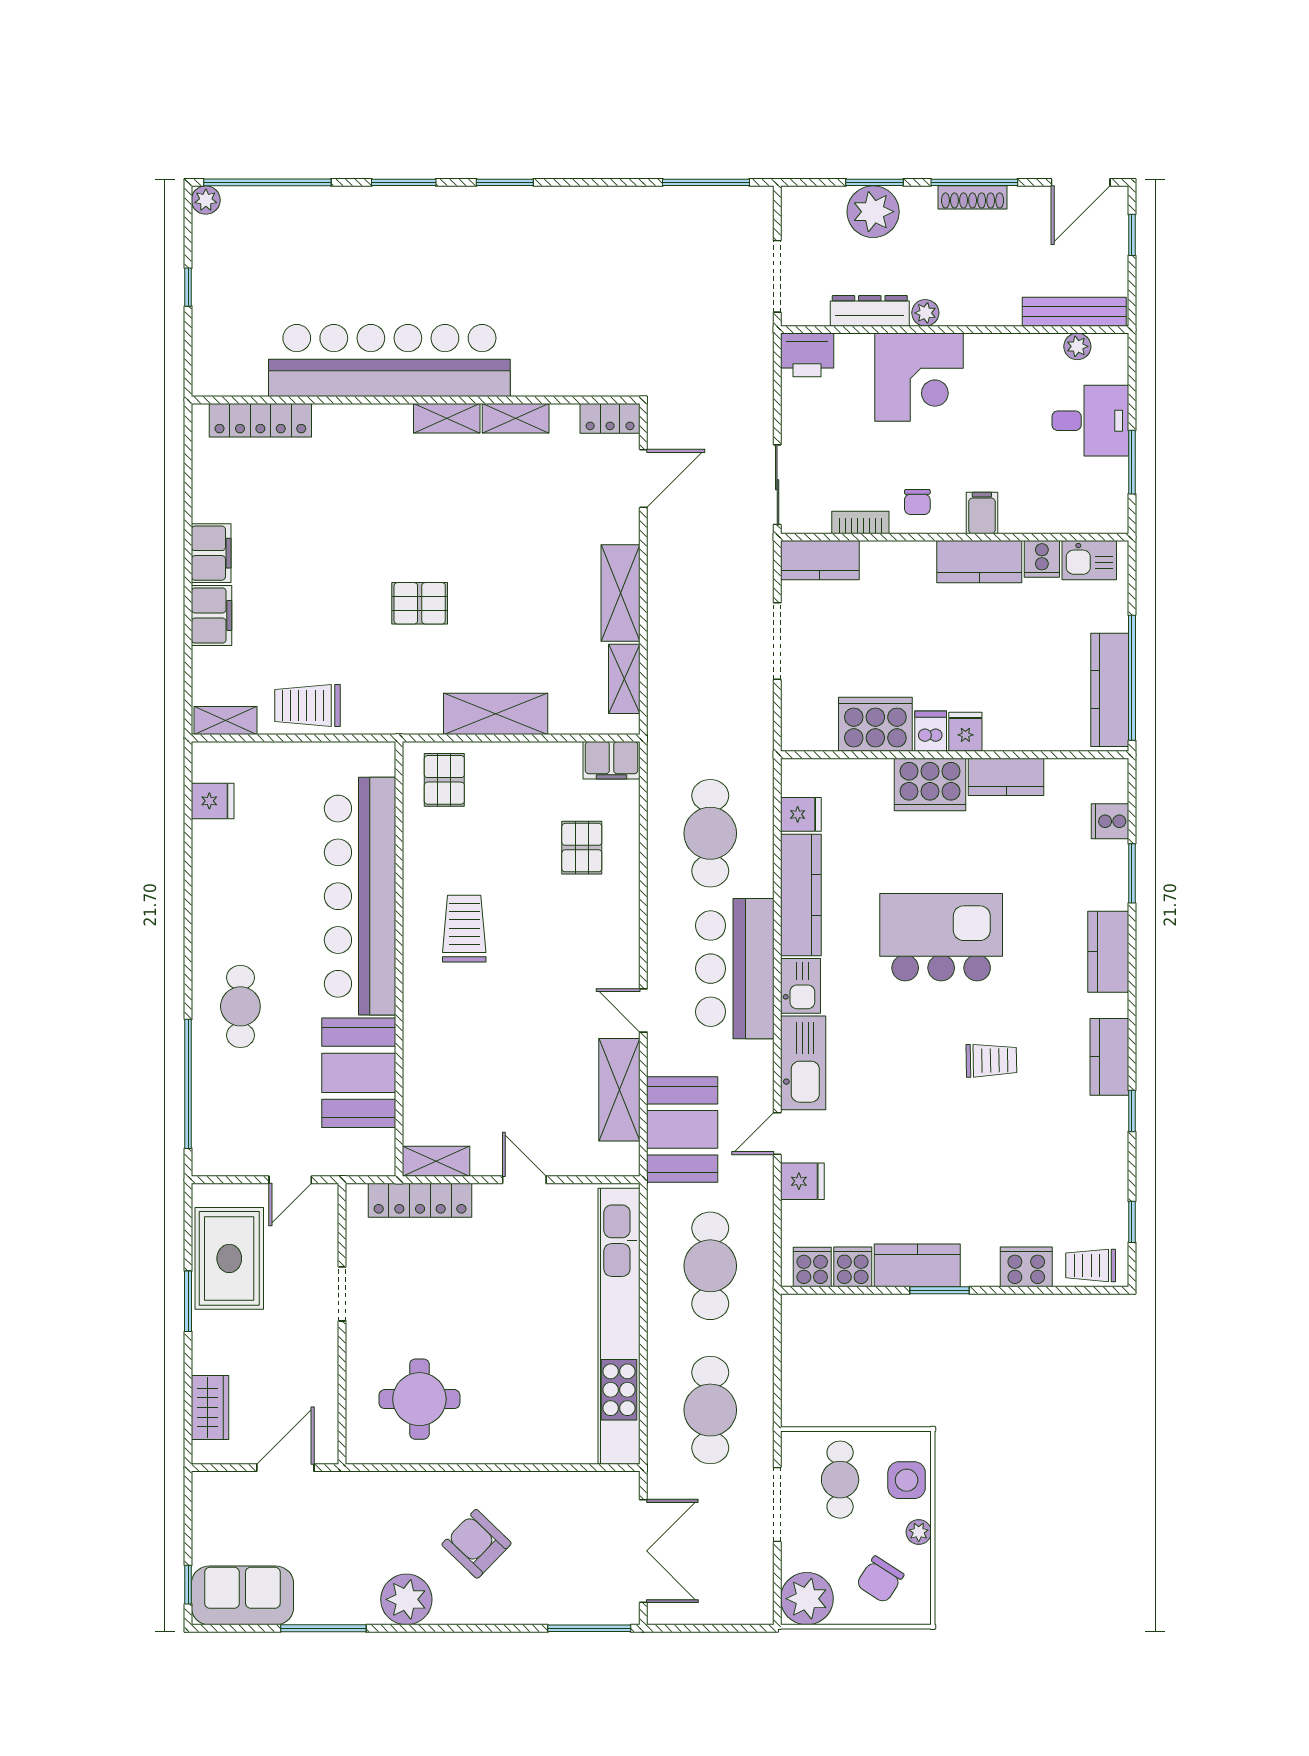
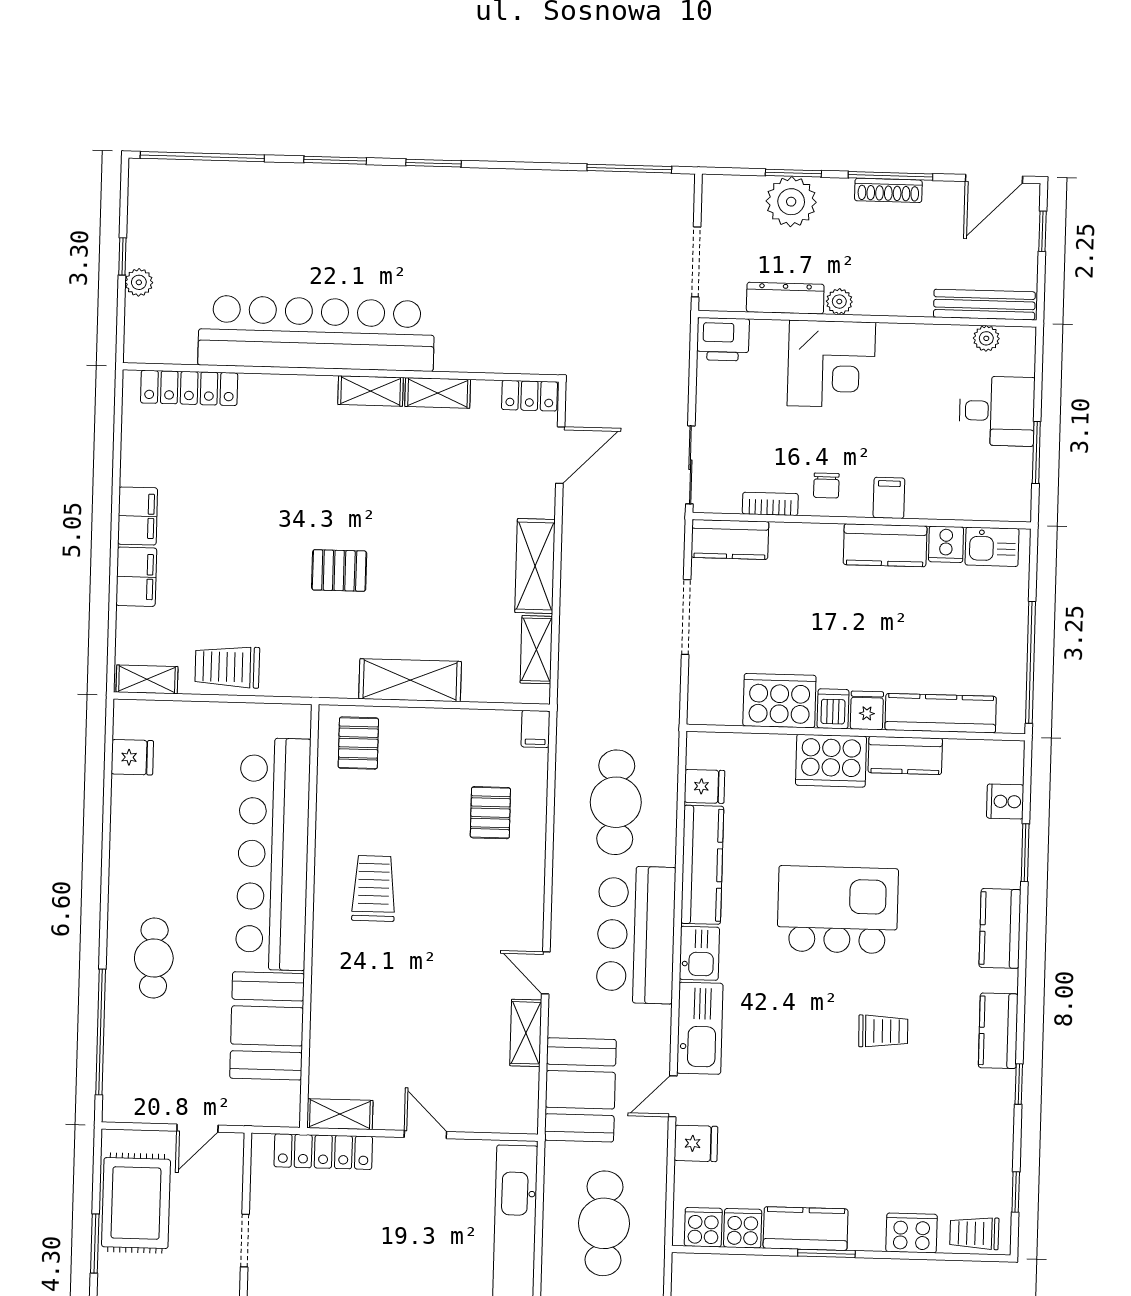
plant: (206, 200) -> (139, 282), moved
kitchen counter: (1110, 690) -> (941, 713), moved, turned 90
filing cabinet: (612, 760) -> (535, 729), width x0.50
shelving: (619, 1090) -> (526, 1033), width x0.67, depth x0.75

